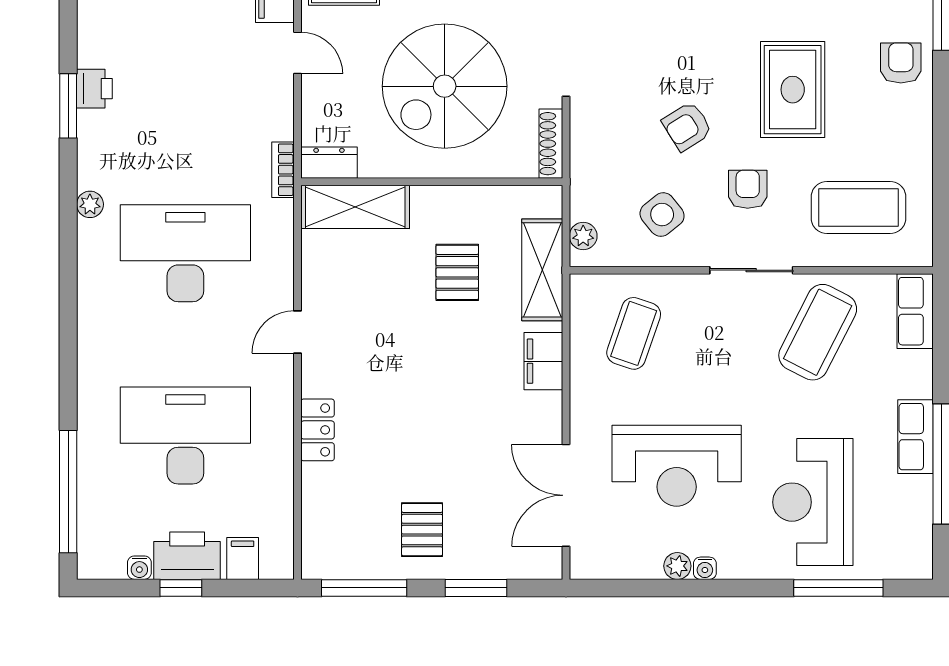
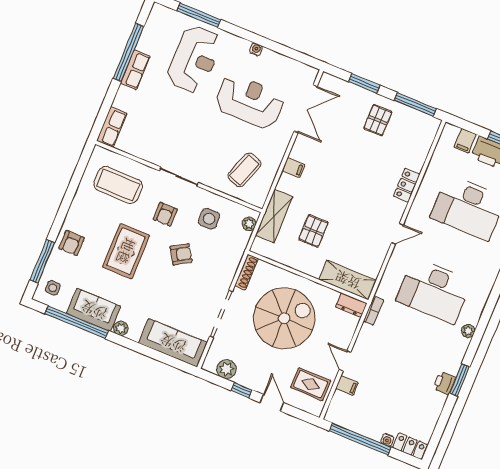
side table: (662, 215) -> (209, 219), turned 36
coffee table: (818, 332) -> (160, 136), removed
filing cabinet: (543, 361) -> (293, 168), width x0.50
plant: (677, 566) -> (268, 56), removed

